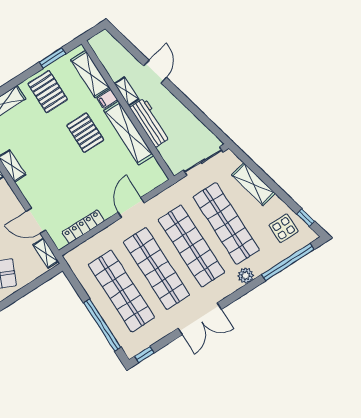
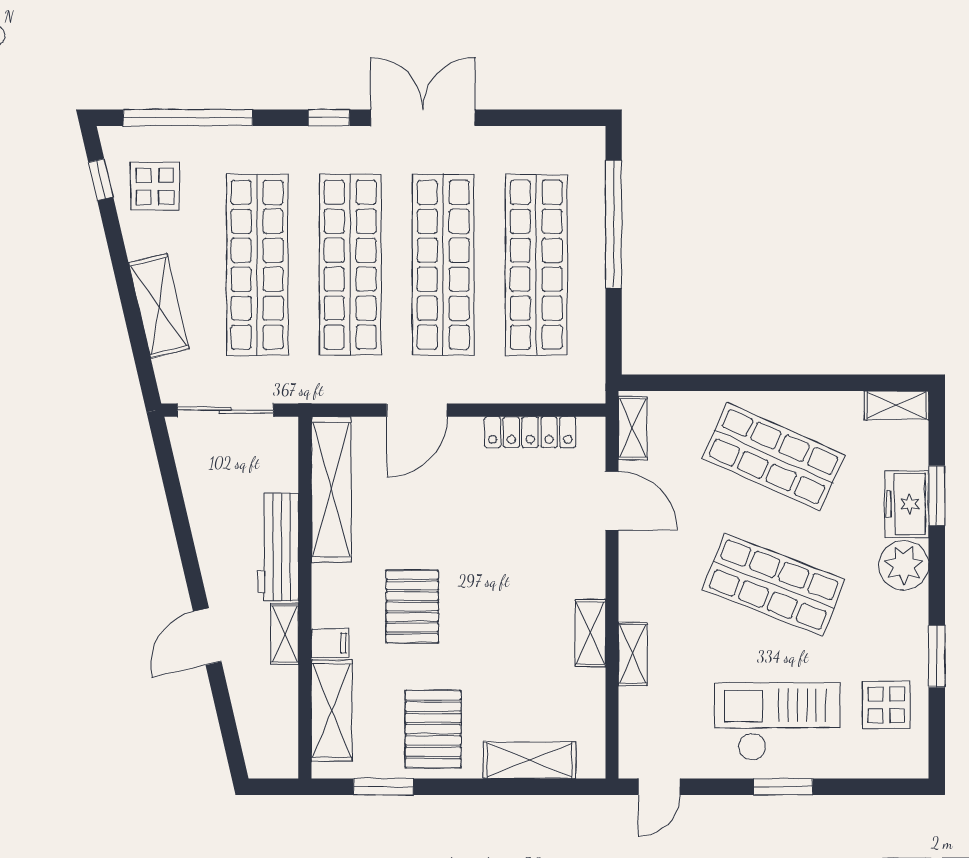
shelving: (129, 133) -> (331, 489), moved
plant: (246, 276) -> (284, 143), removed
window: (144, 354) -> (329, 118), moved

